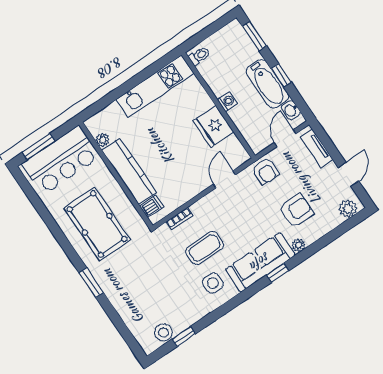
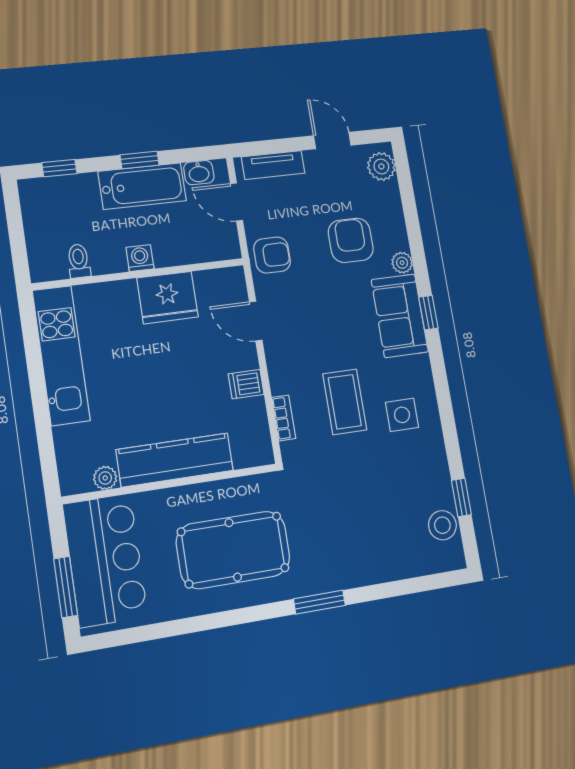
window: (254, 36) -> (59, 168), width x0.67
toilet: (199, 56) -> (79, 261), moved
dishwasher: (152, 207) -> (246, 384), moved, turned -90
sofa: (260, 262) -> (400, 316), width x0.73

